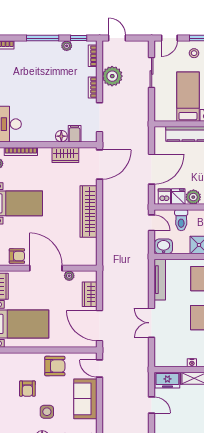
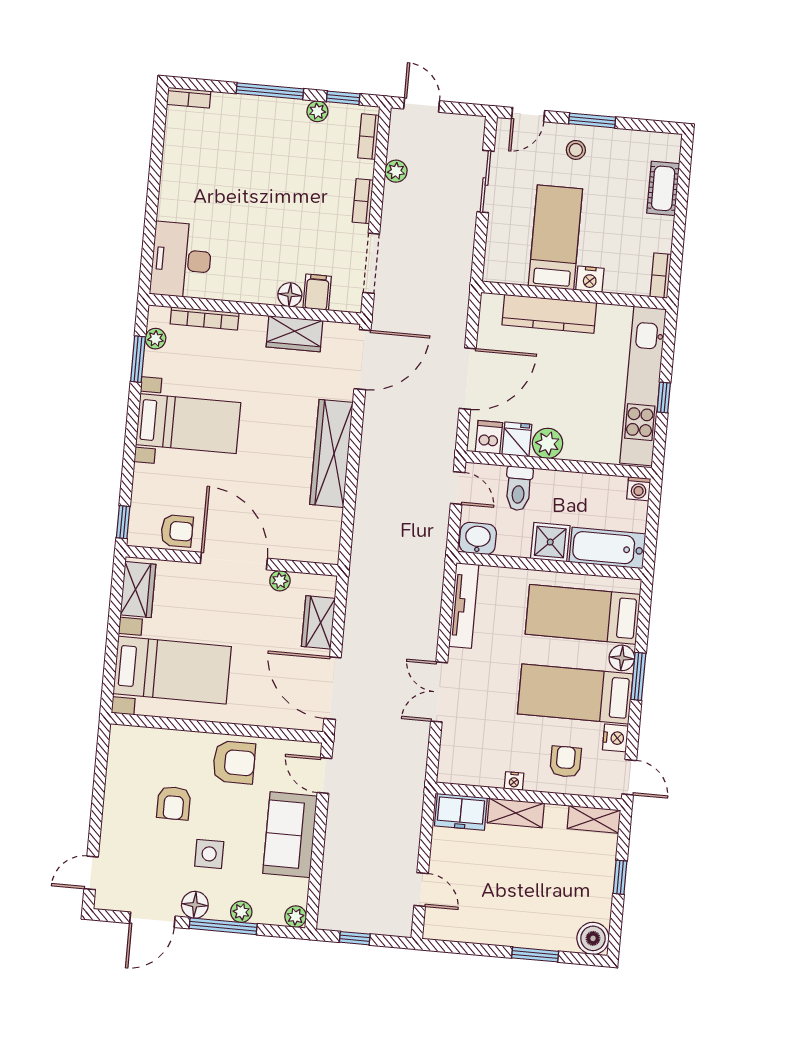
plant: (112, 76) -> (396, 171), width x0.53, depth x0.53
door: (152, 405) -> (421, 889), moved

